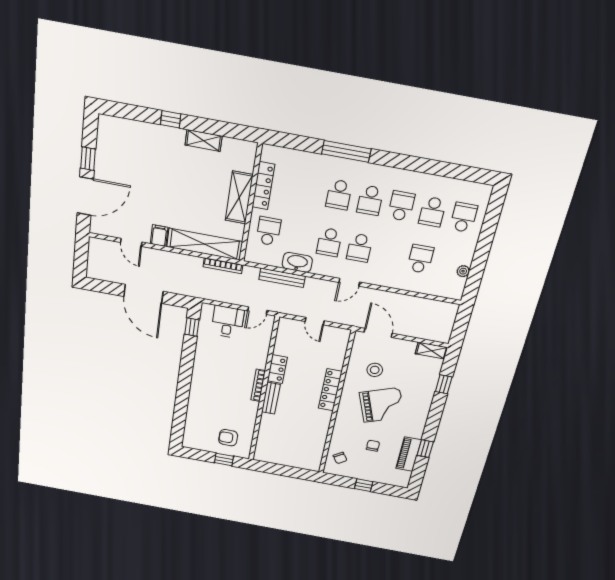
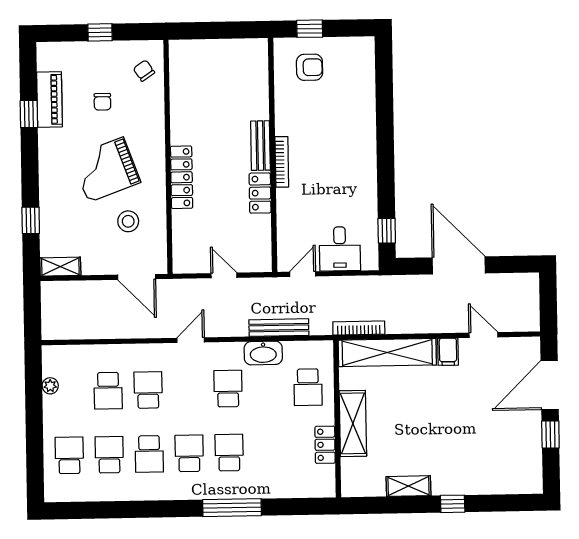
locker: (263, 186) -> (325, 445), width x0.66
school desk: (464, 217) -> (69, 455), turned 180
school desk: (360, 248) -> (148, 390), moved

